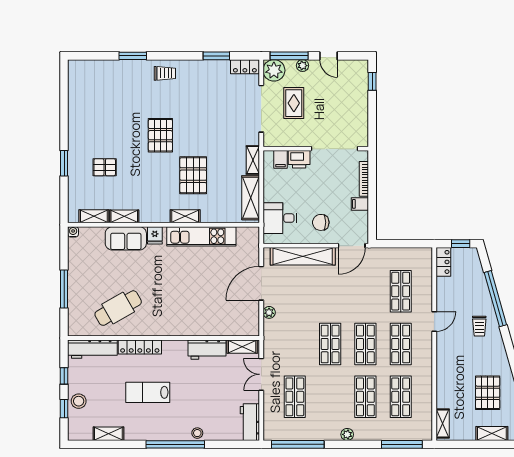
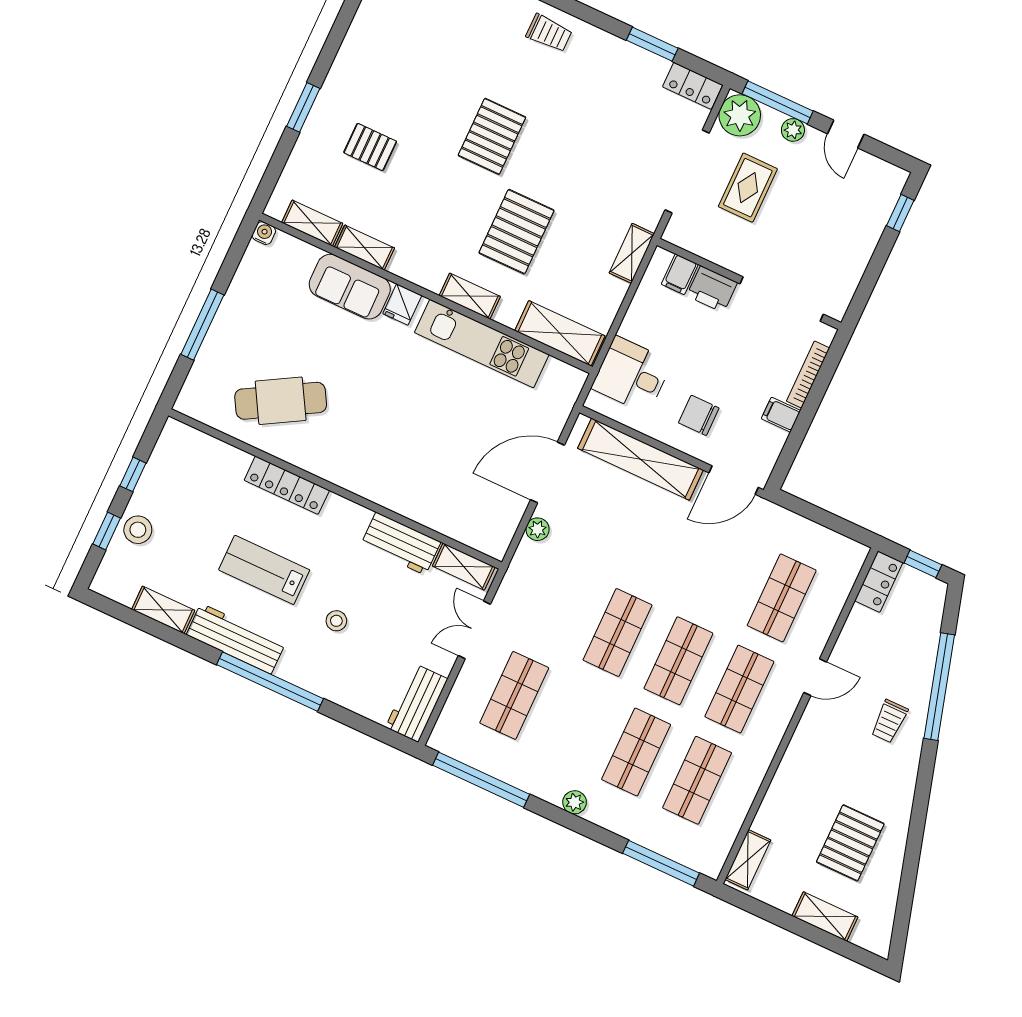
shelving: (251, 198) -> (560, 333), moved, turned 90
workbench: (92, 349) -> (236, 639), moved, turned 180
stool: (197, 433) -> (336, 621), moved

